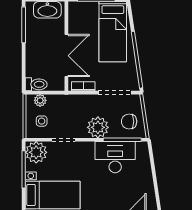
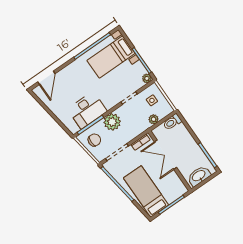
plant: (40, 100) -> (154, 119), moved
plant: (36, 152) -> (147, 78), width x0.53, depth x0.53

